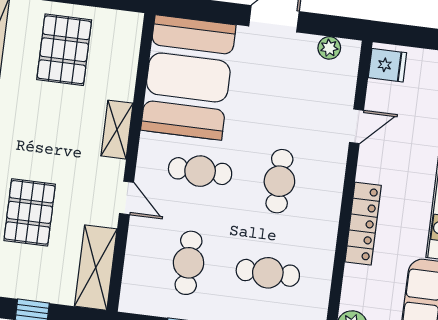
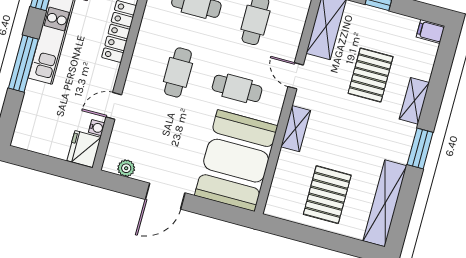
fridge: (387, 65) -> (84, 149), width x1.38
water cooler: (375, 95) -> (97, 128), added

